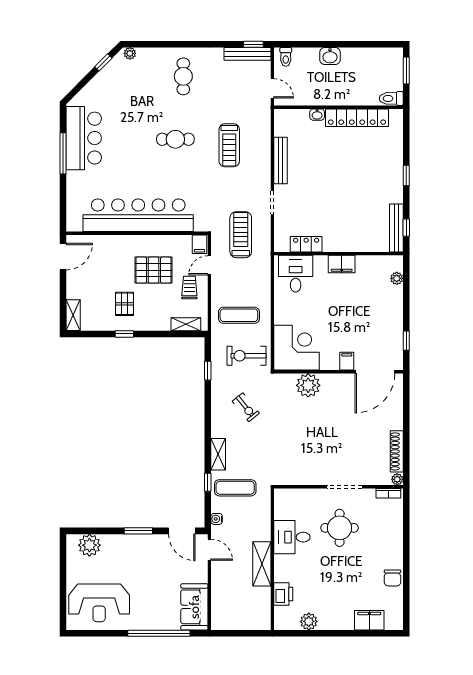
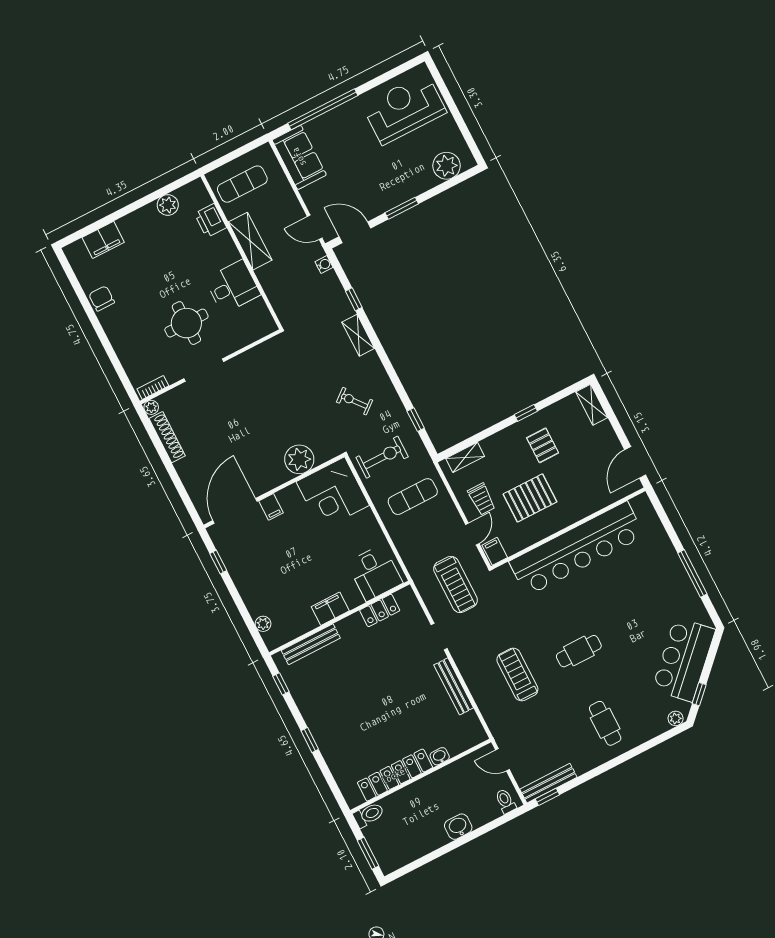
bar counter: (84, 138) -> (684, 660), moved, turned 45
bench: (396, 228) -> (311, 644), moved, turned 90
exercise mat: (235, 488) -> (242, 184), moved

